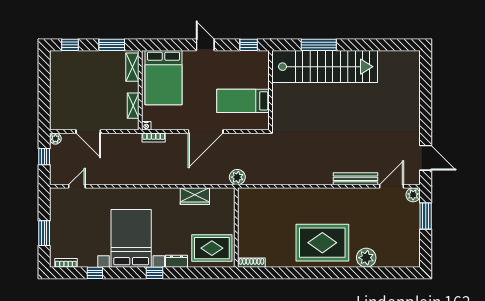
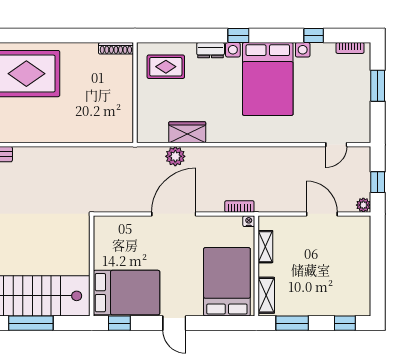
bed: (243, 101) -> (127, 293), moved, width x1.50
plant: (237, 177) -> (175, 156), moved
rug: (212, 248) -> (166, 67), width x0.73, depth x0.70

